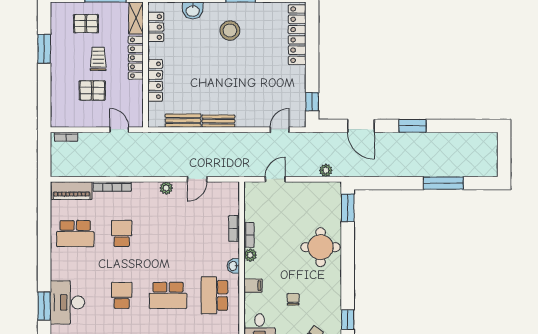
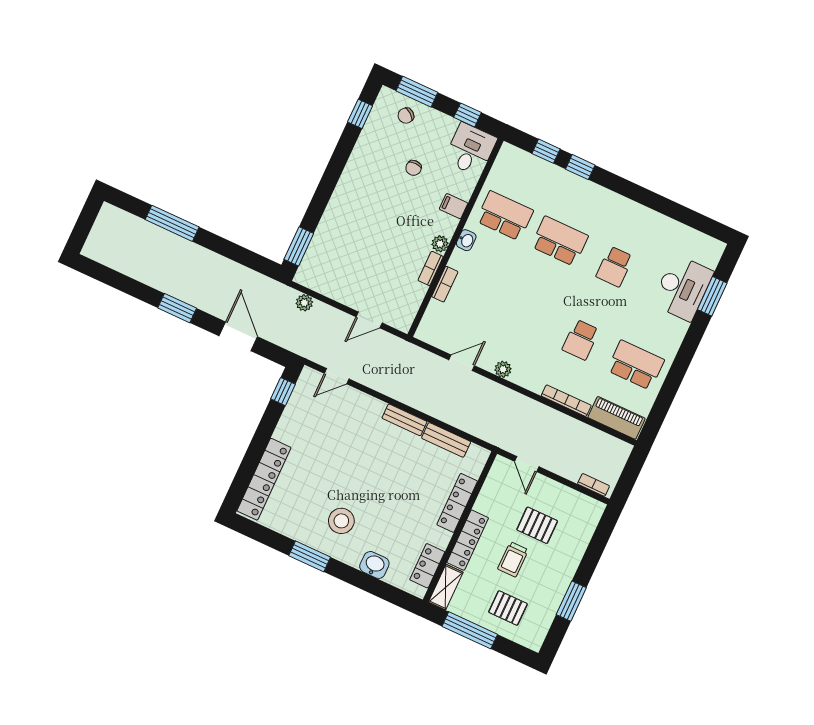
round table: (321, 247) -> (353, 215), removed
school desk: (214, 295) -> (505, 216), turned -90

